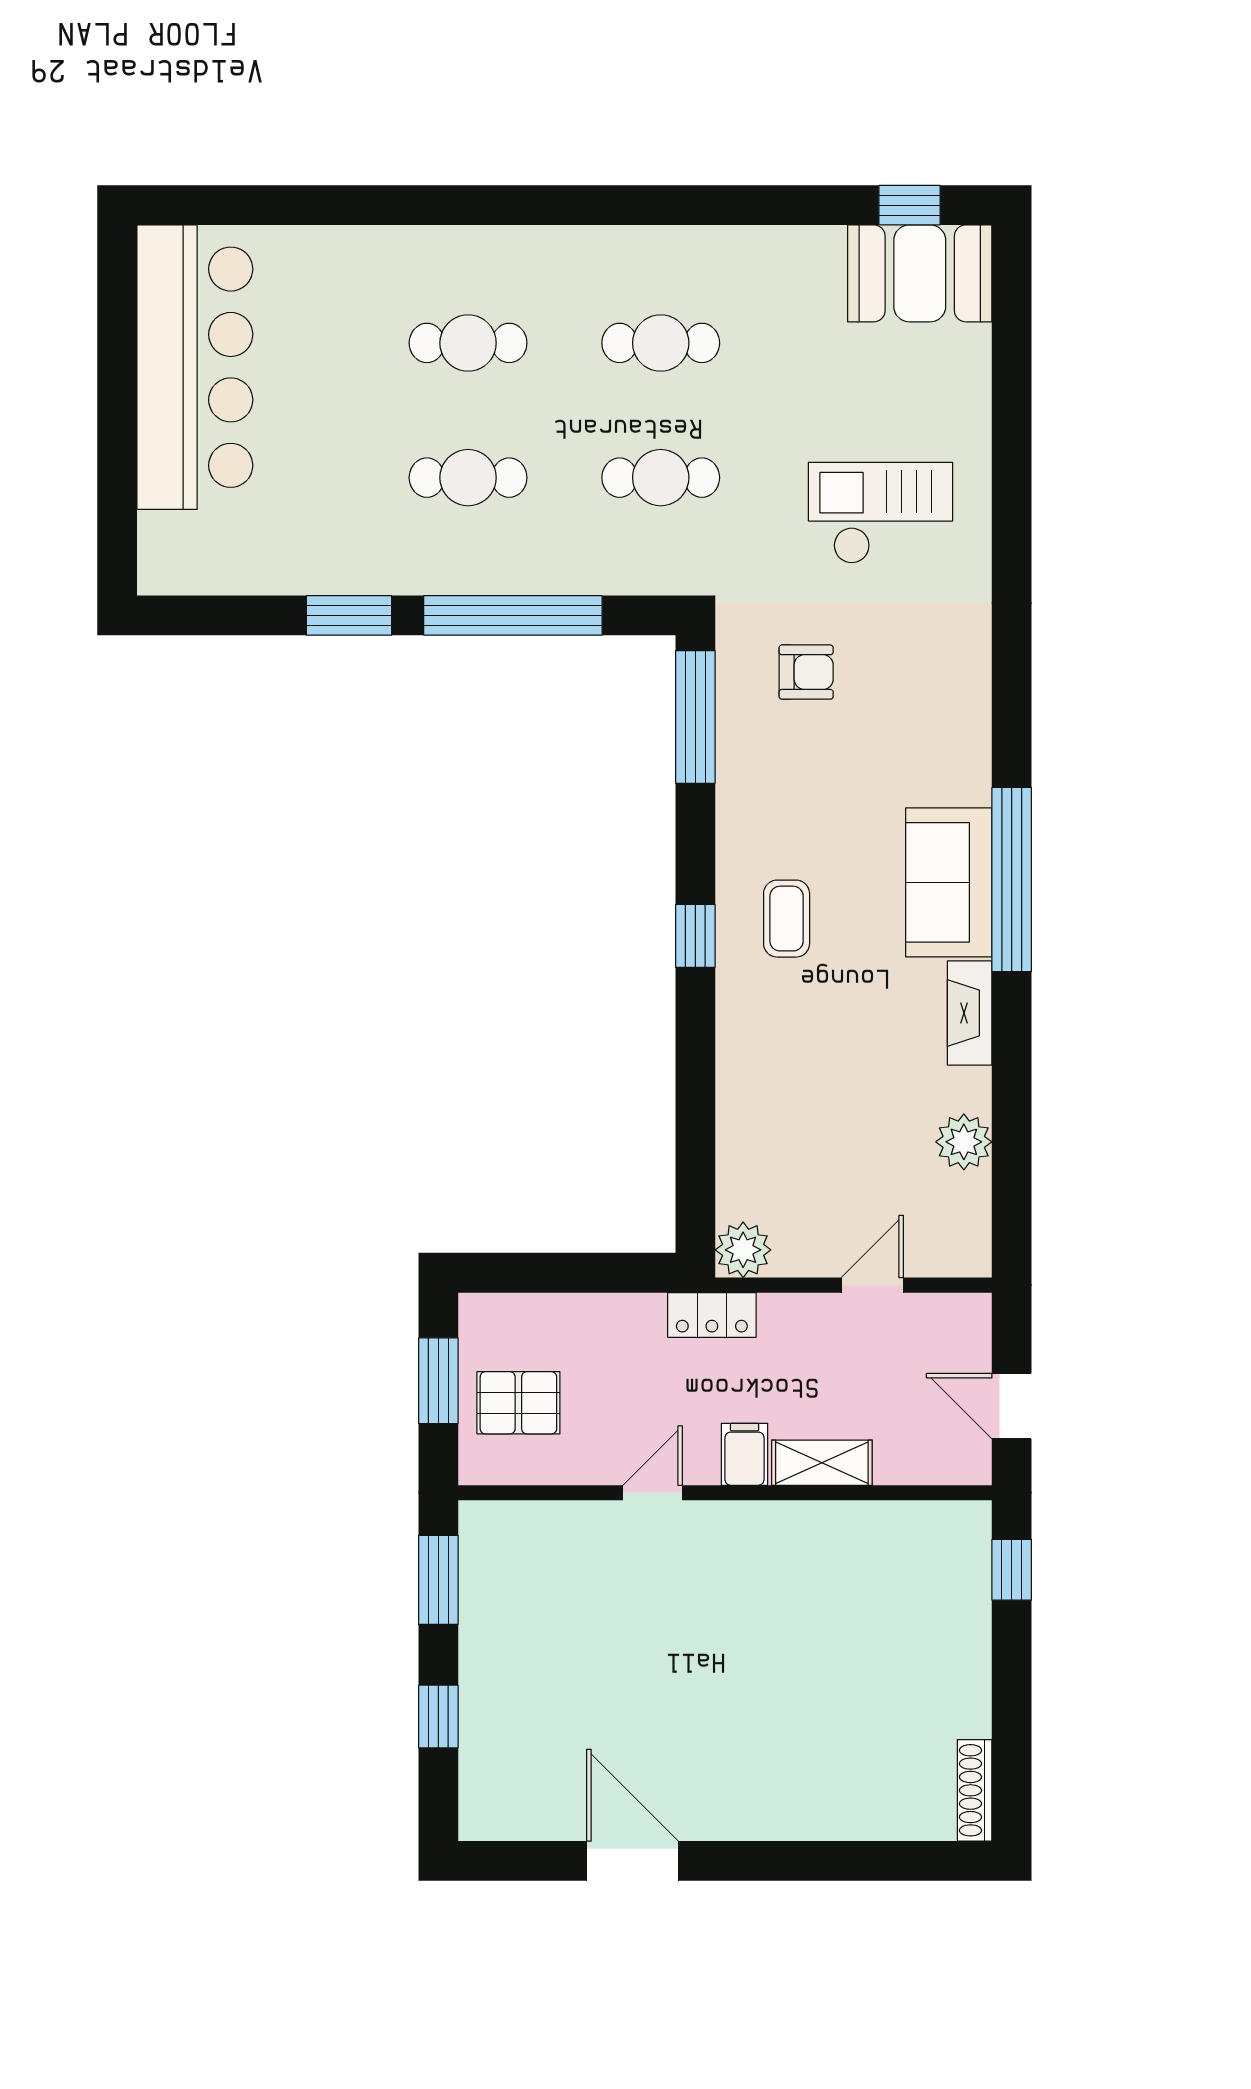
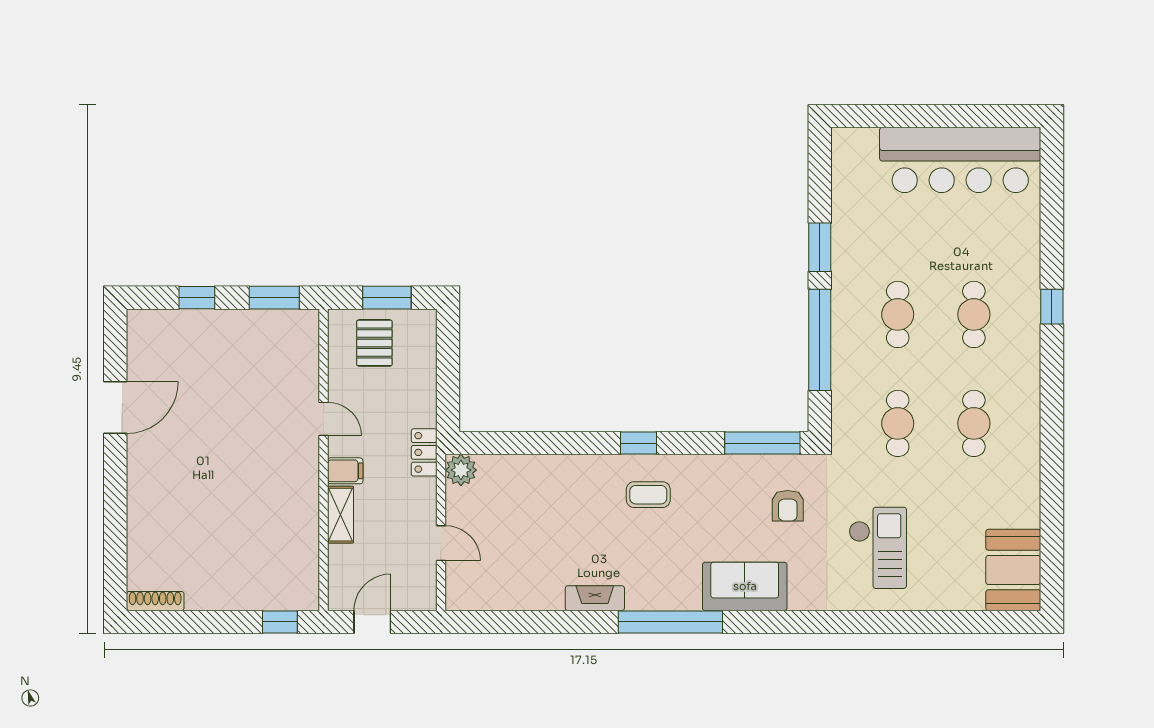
window: (910, 205) -> (1052, 307), moved
sofa: (949, 882) -> (745, 586), moved
plant: (964, 1142) -> (522, 595), removed

